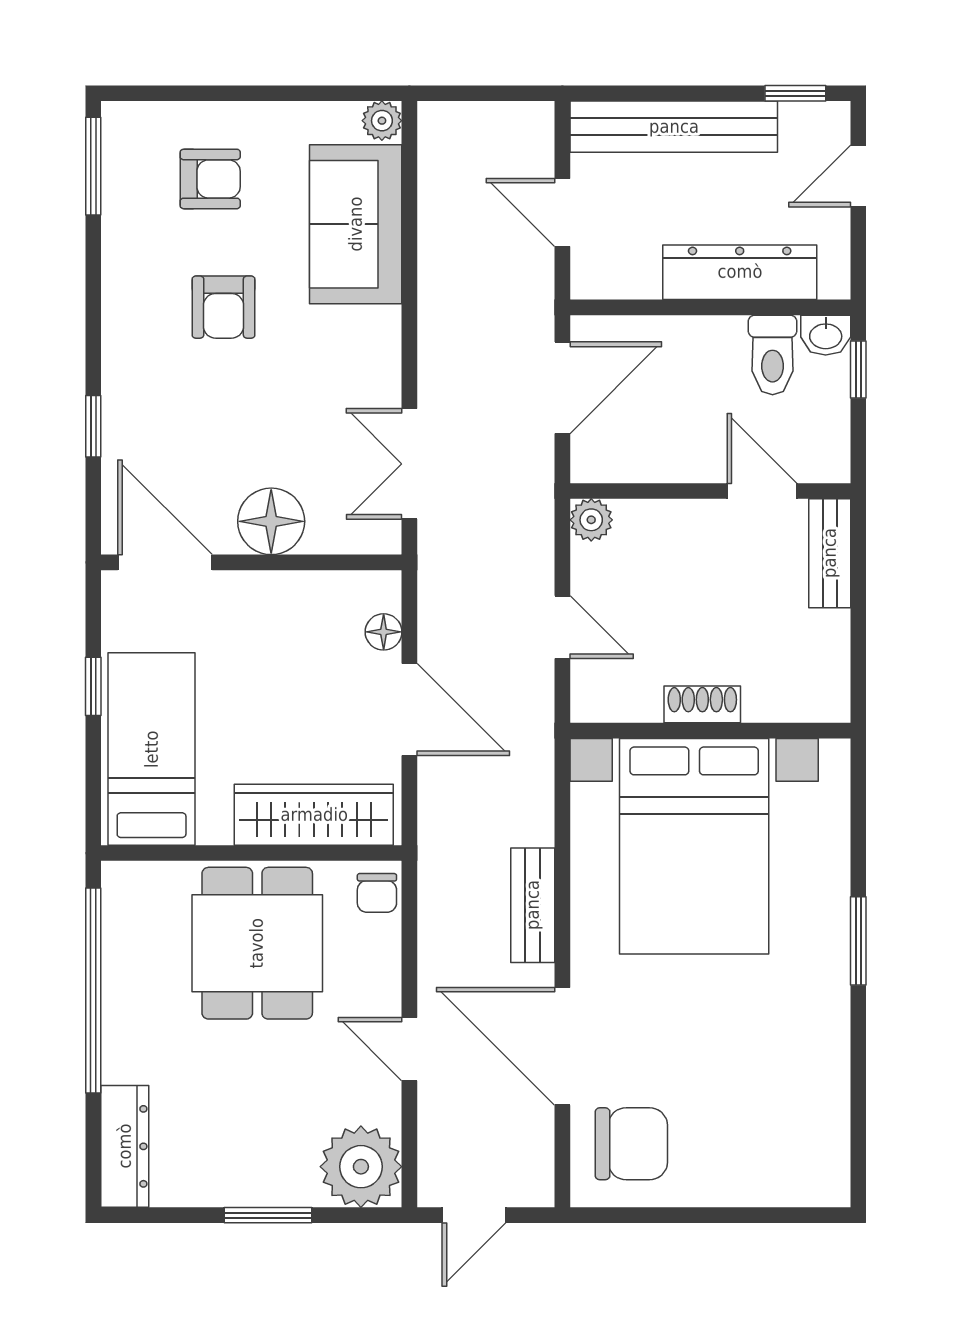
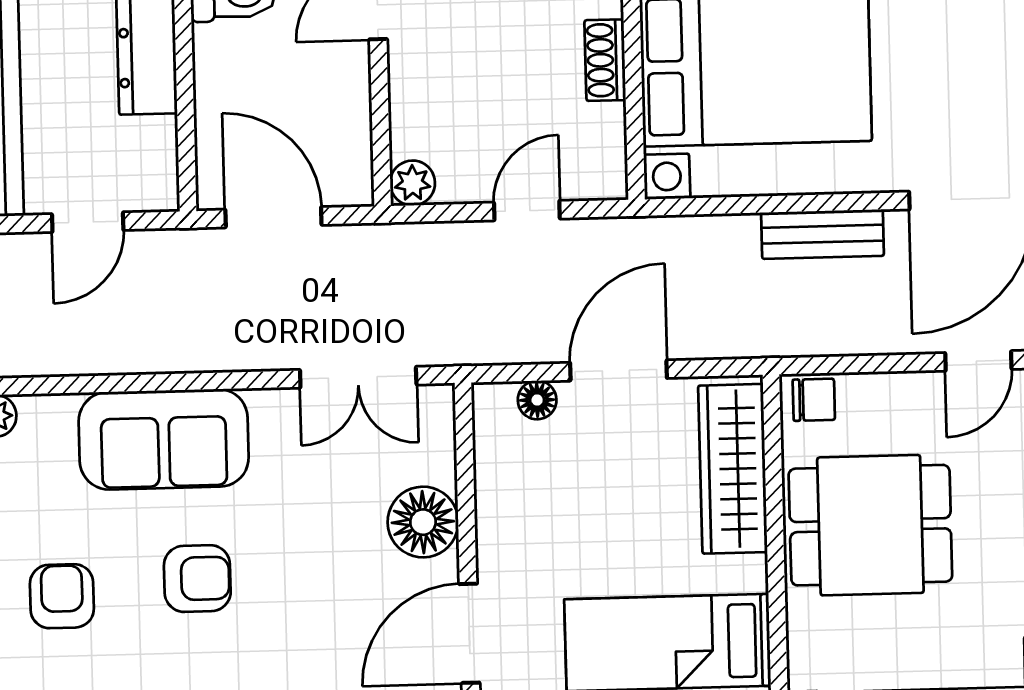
sofa: (356, 224) -> (164, 439), moved

